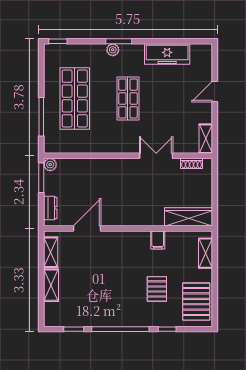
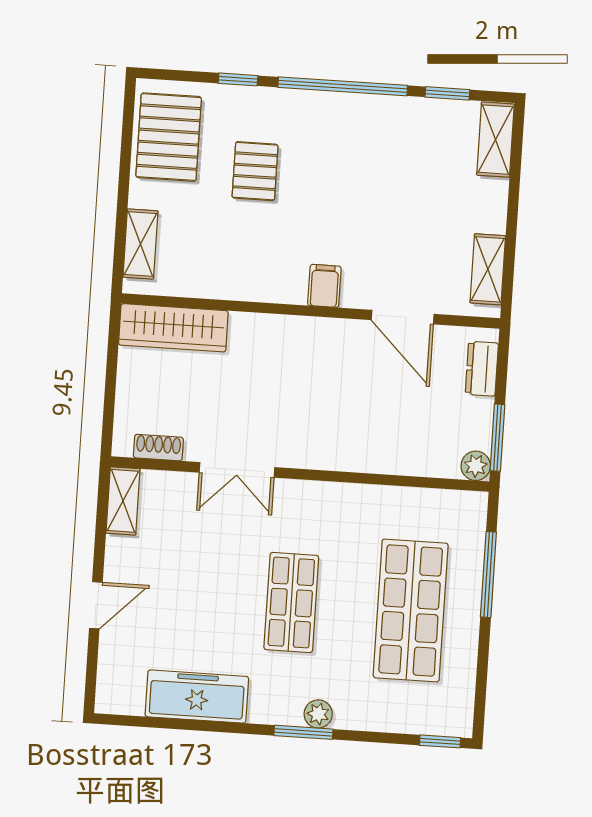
door: (87, 229) -> (403, 317), hinge flipped
filing cabinet: (158, 240) -> (324, 286), moved
shelving: (51, 285) -> (496, 140), moved

